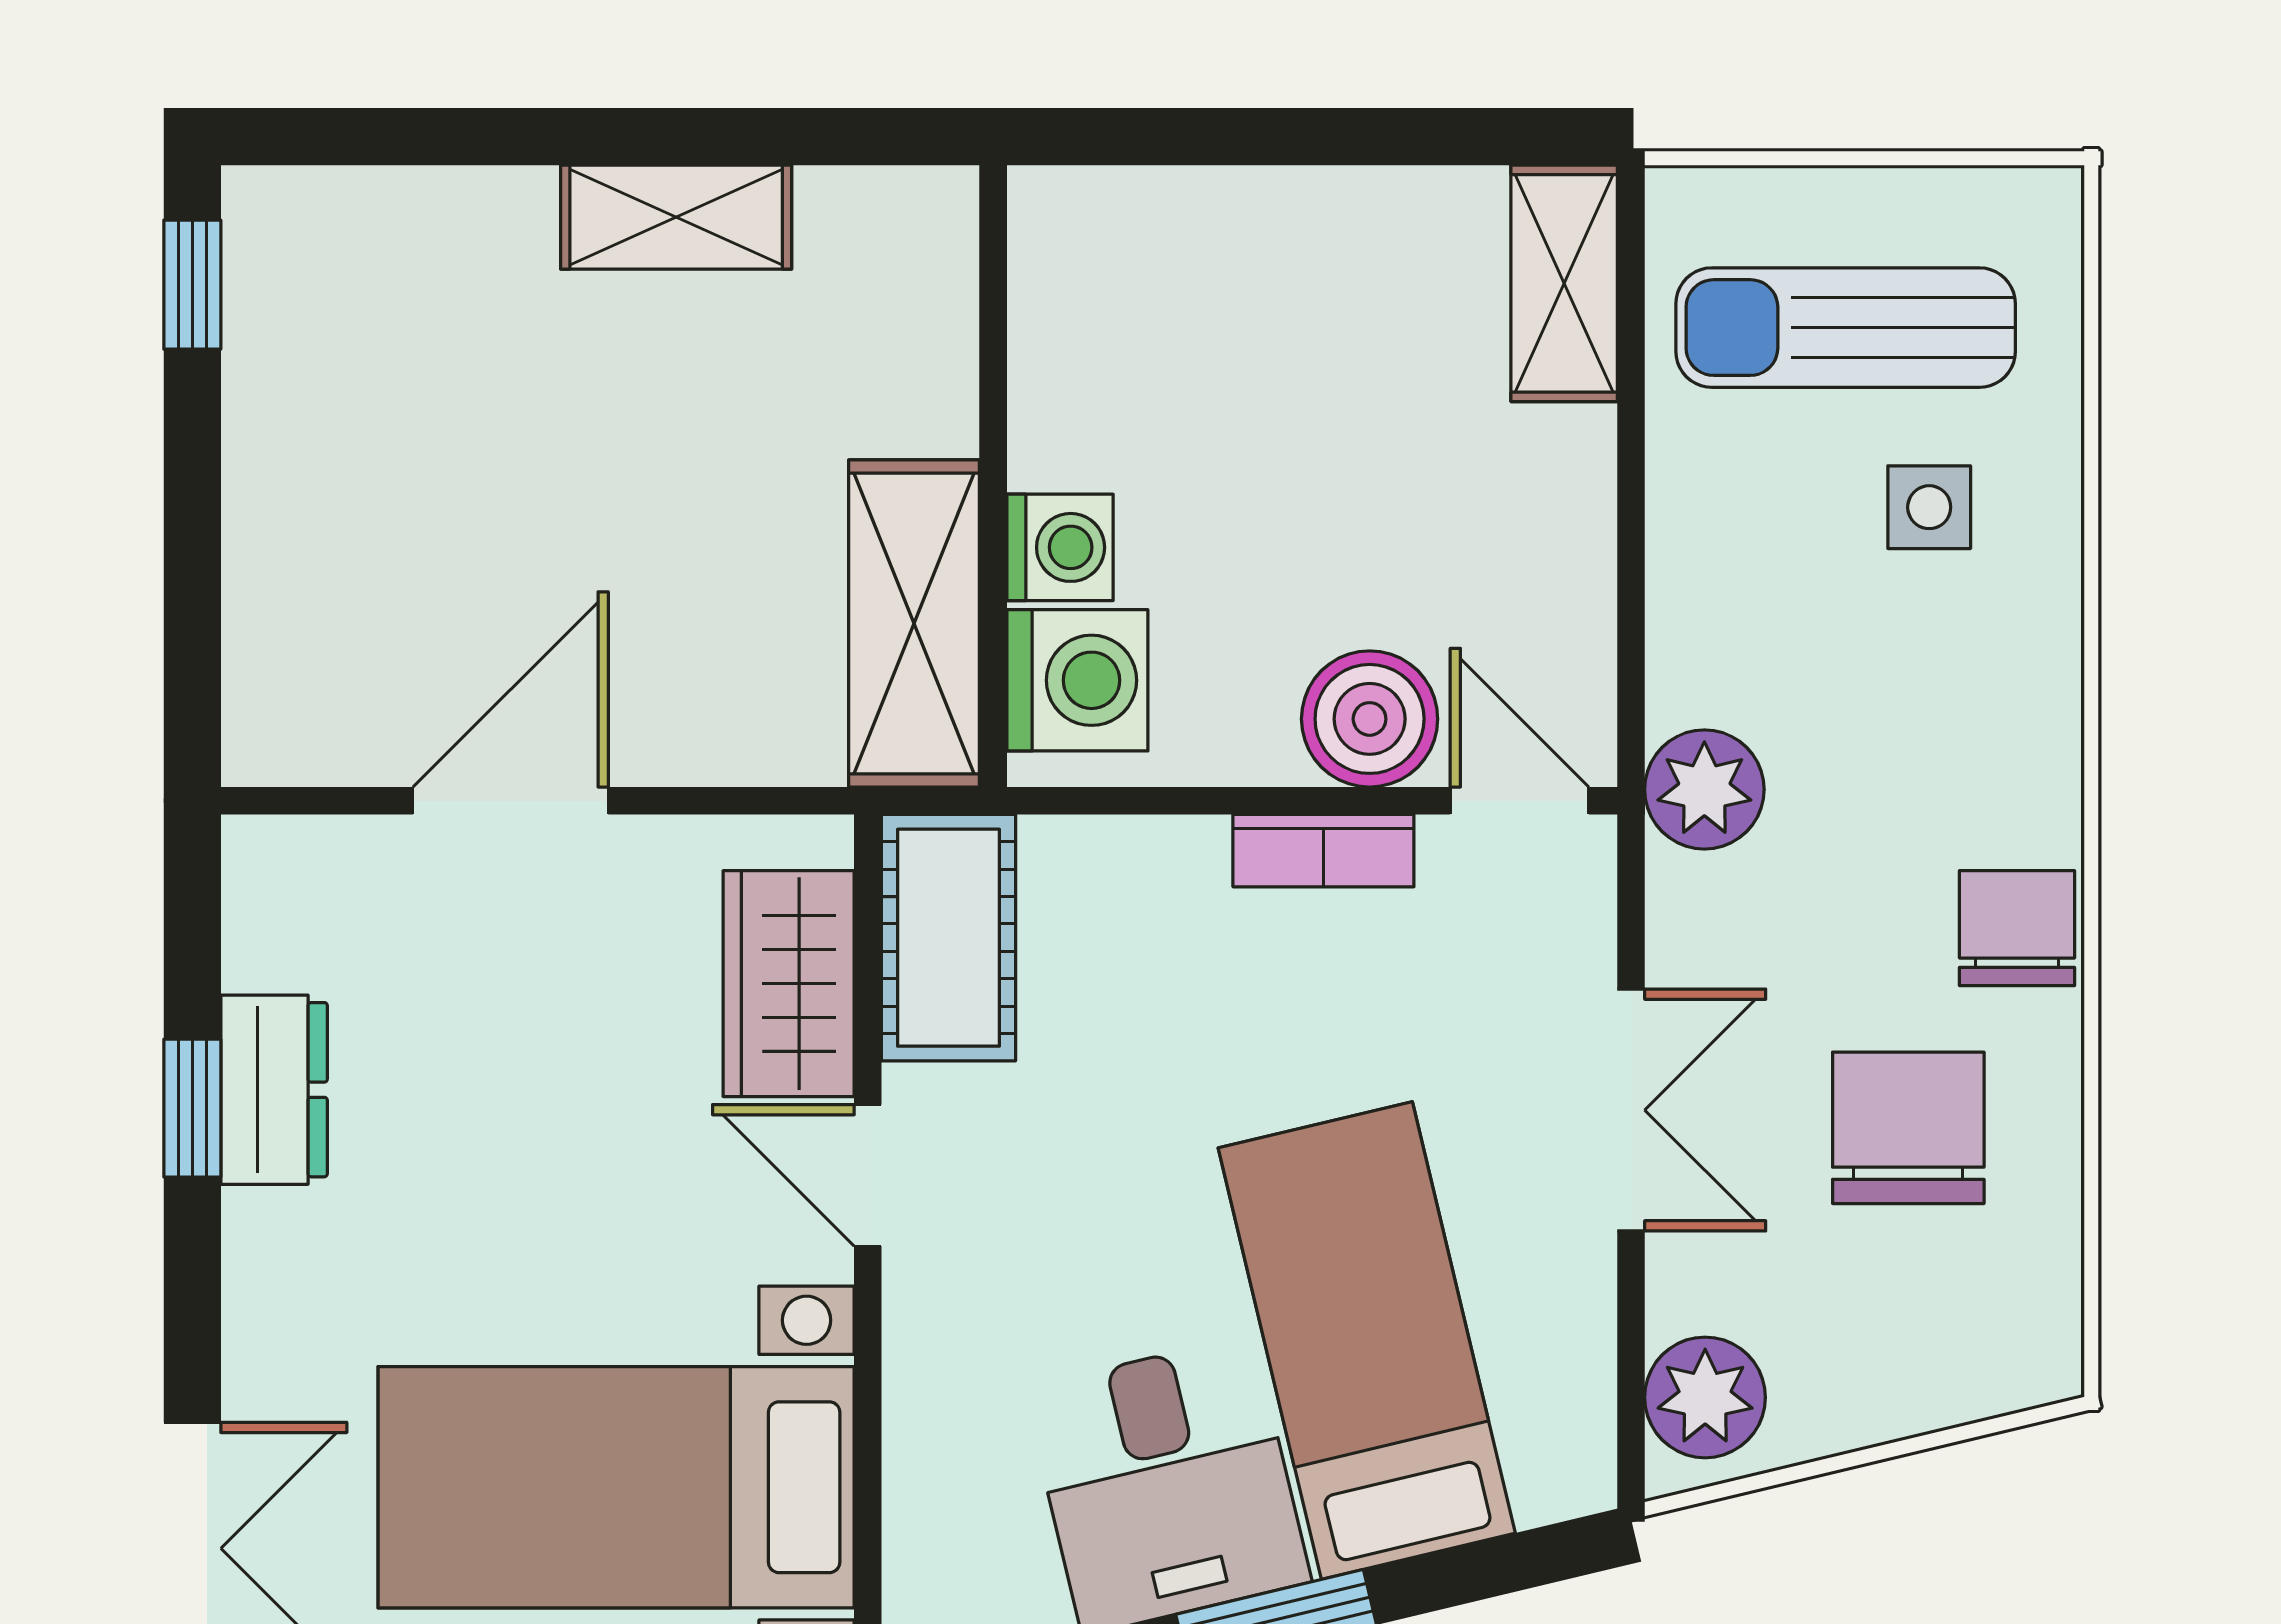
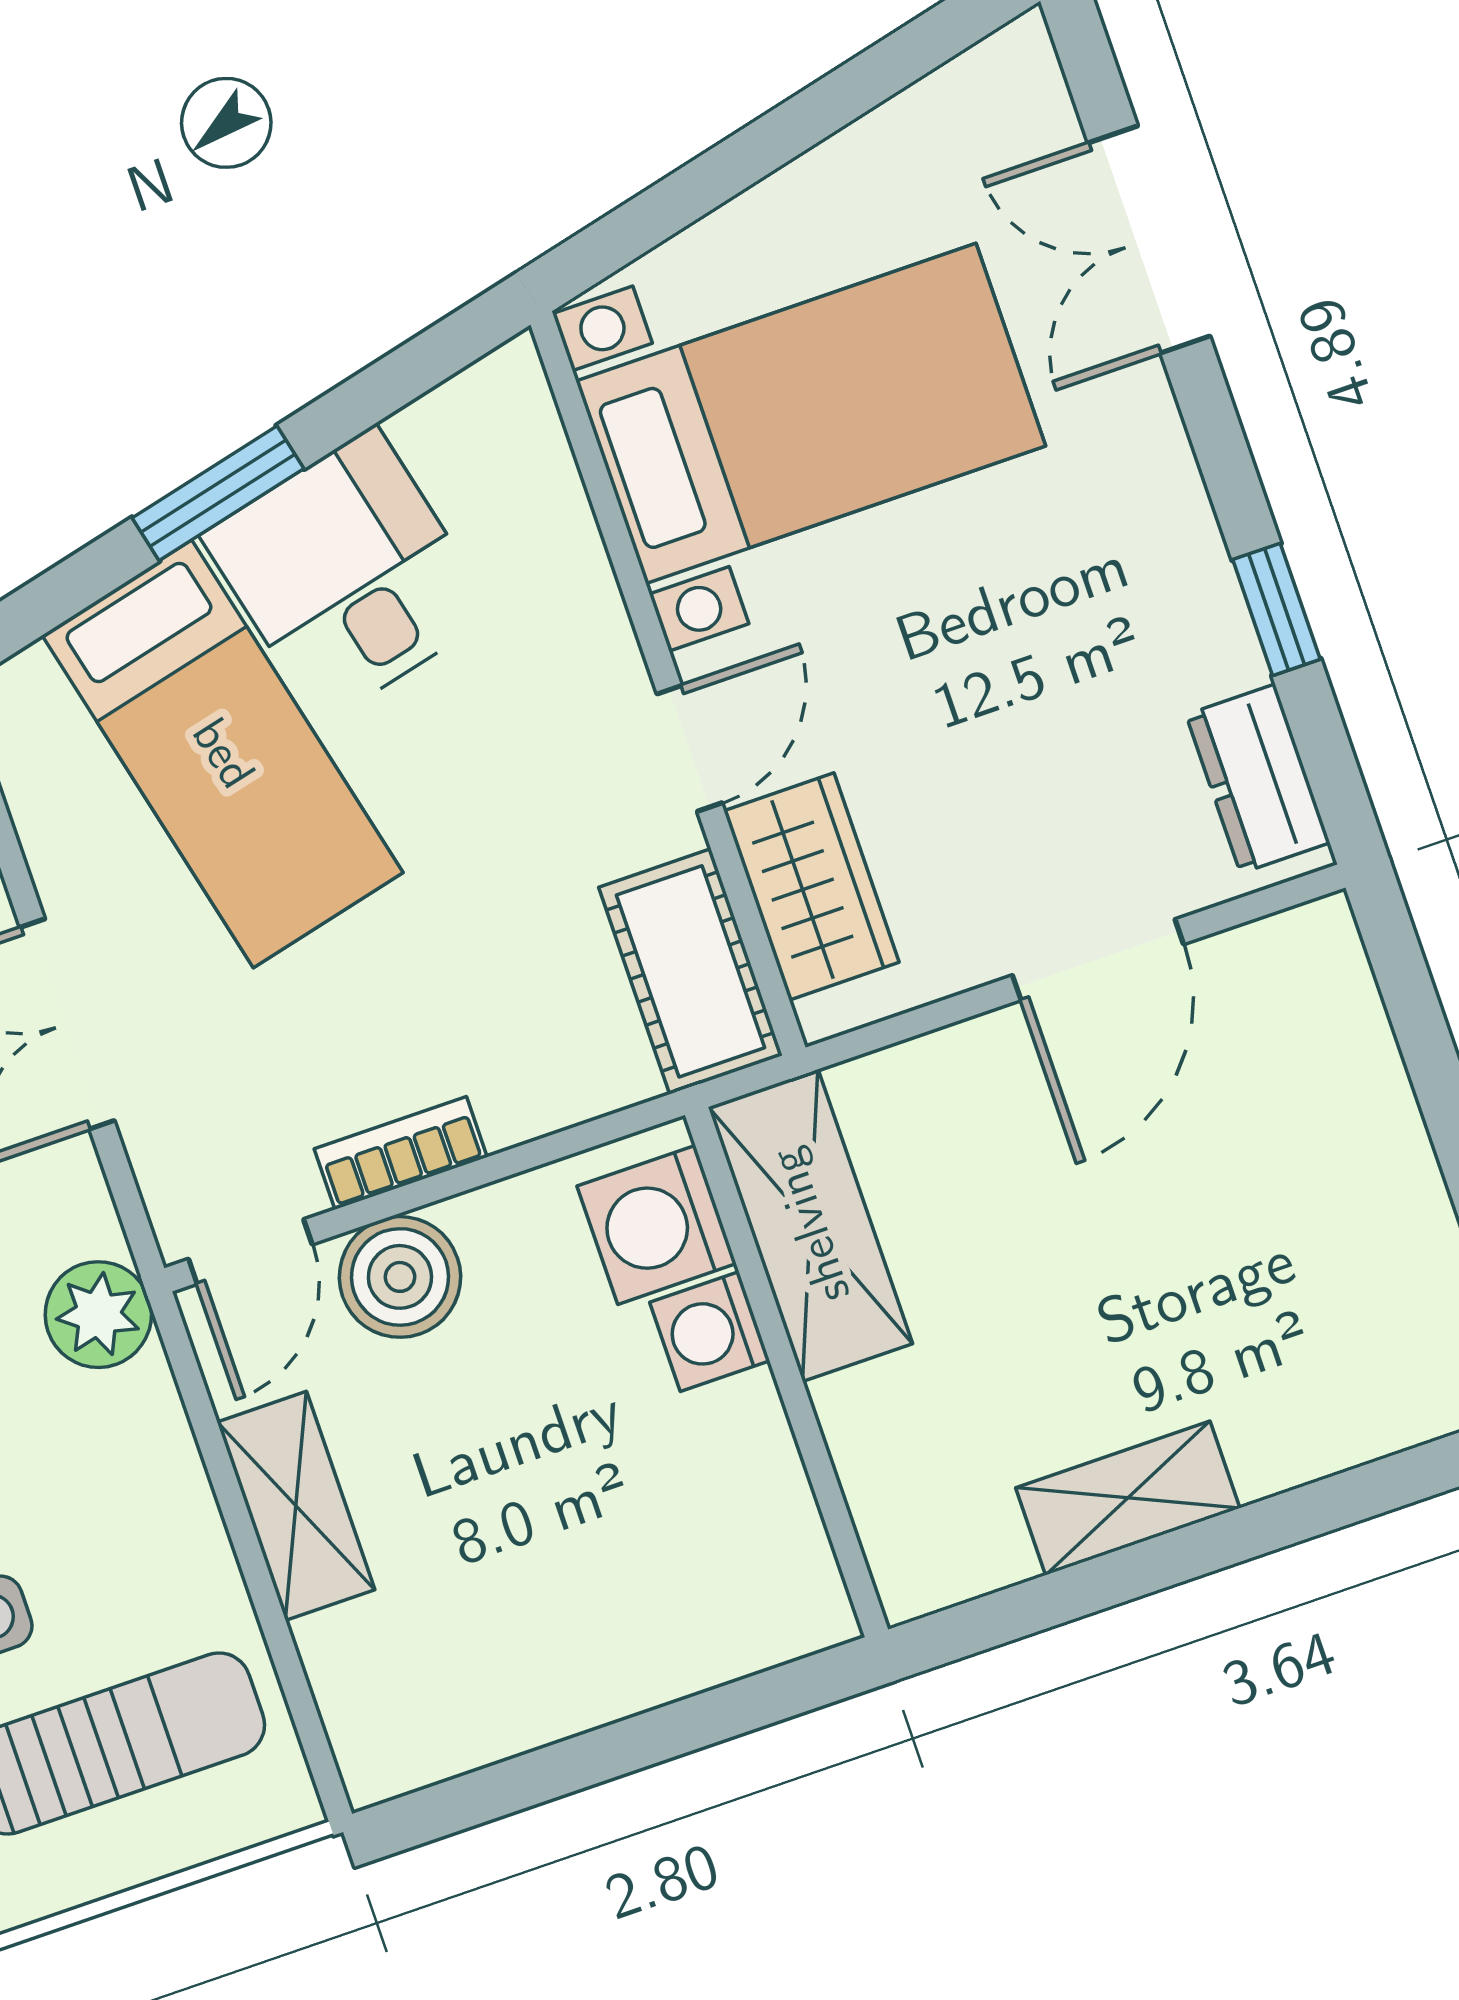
shelving: (1564, 283) -> (296, 1506), moved
door: (1520, 801) -> (250, 1252), hinge flipped
dresser: (274, 1090) -> (1258, 779), moved
door: (868, 1175) -> (689, 748), hinge flipped

